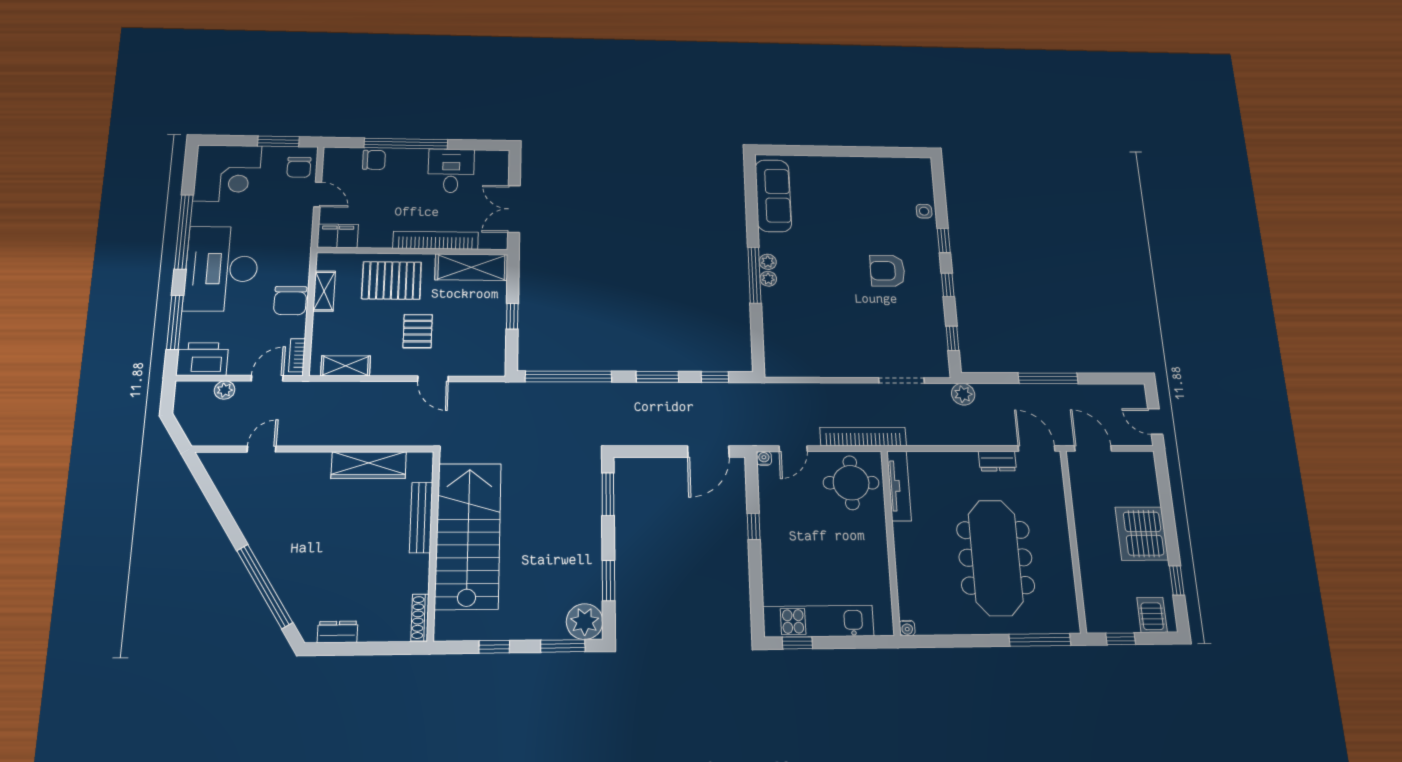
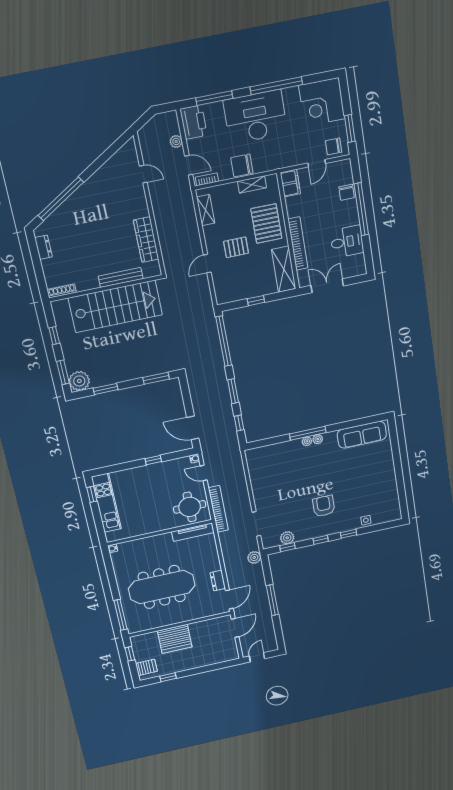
plant: (935, 336) -> (287, 538), added
server rack: (1142, 534) -> (175, 639), moved, turned 180

